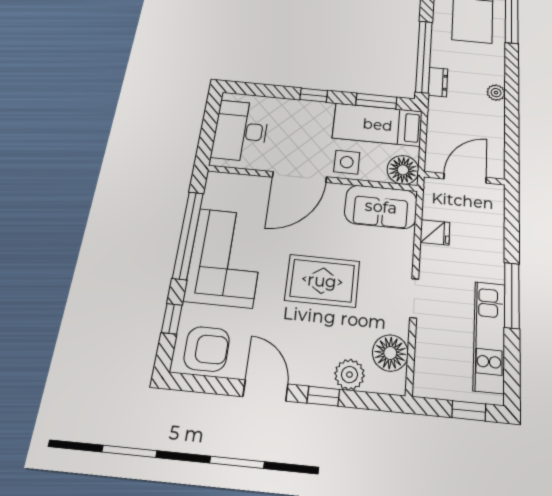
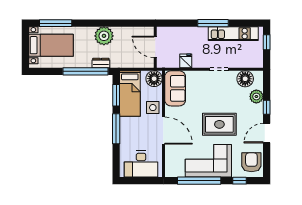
plant: (496, 93) -> (104, 36), width x1.87, depth x1.87
window: (314, 95) -> (116, 129), width x2.17
rug: (322, 281) -> (219, 124), moved, turned 90

